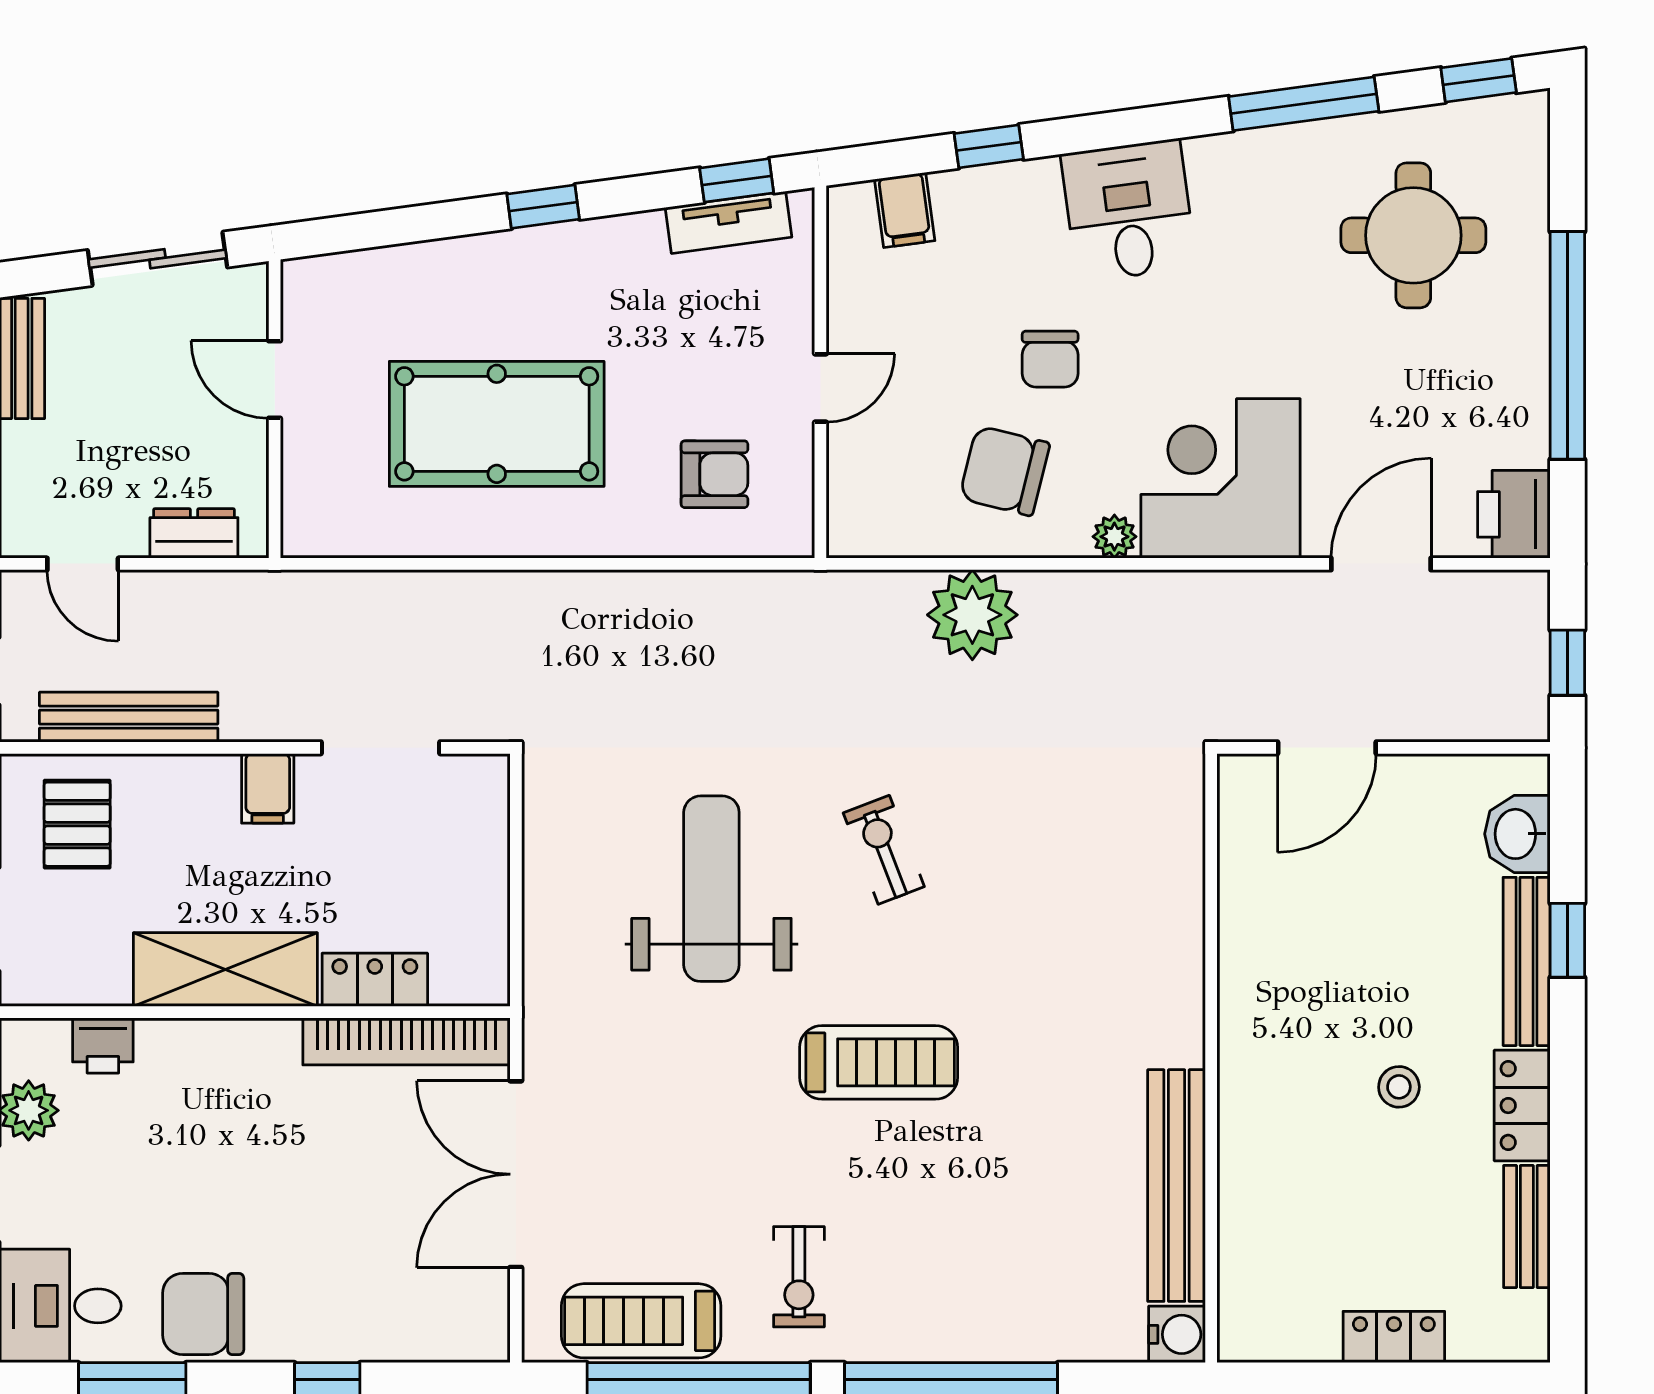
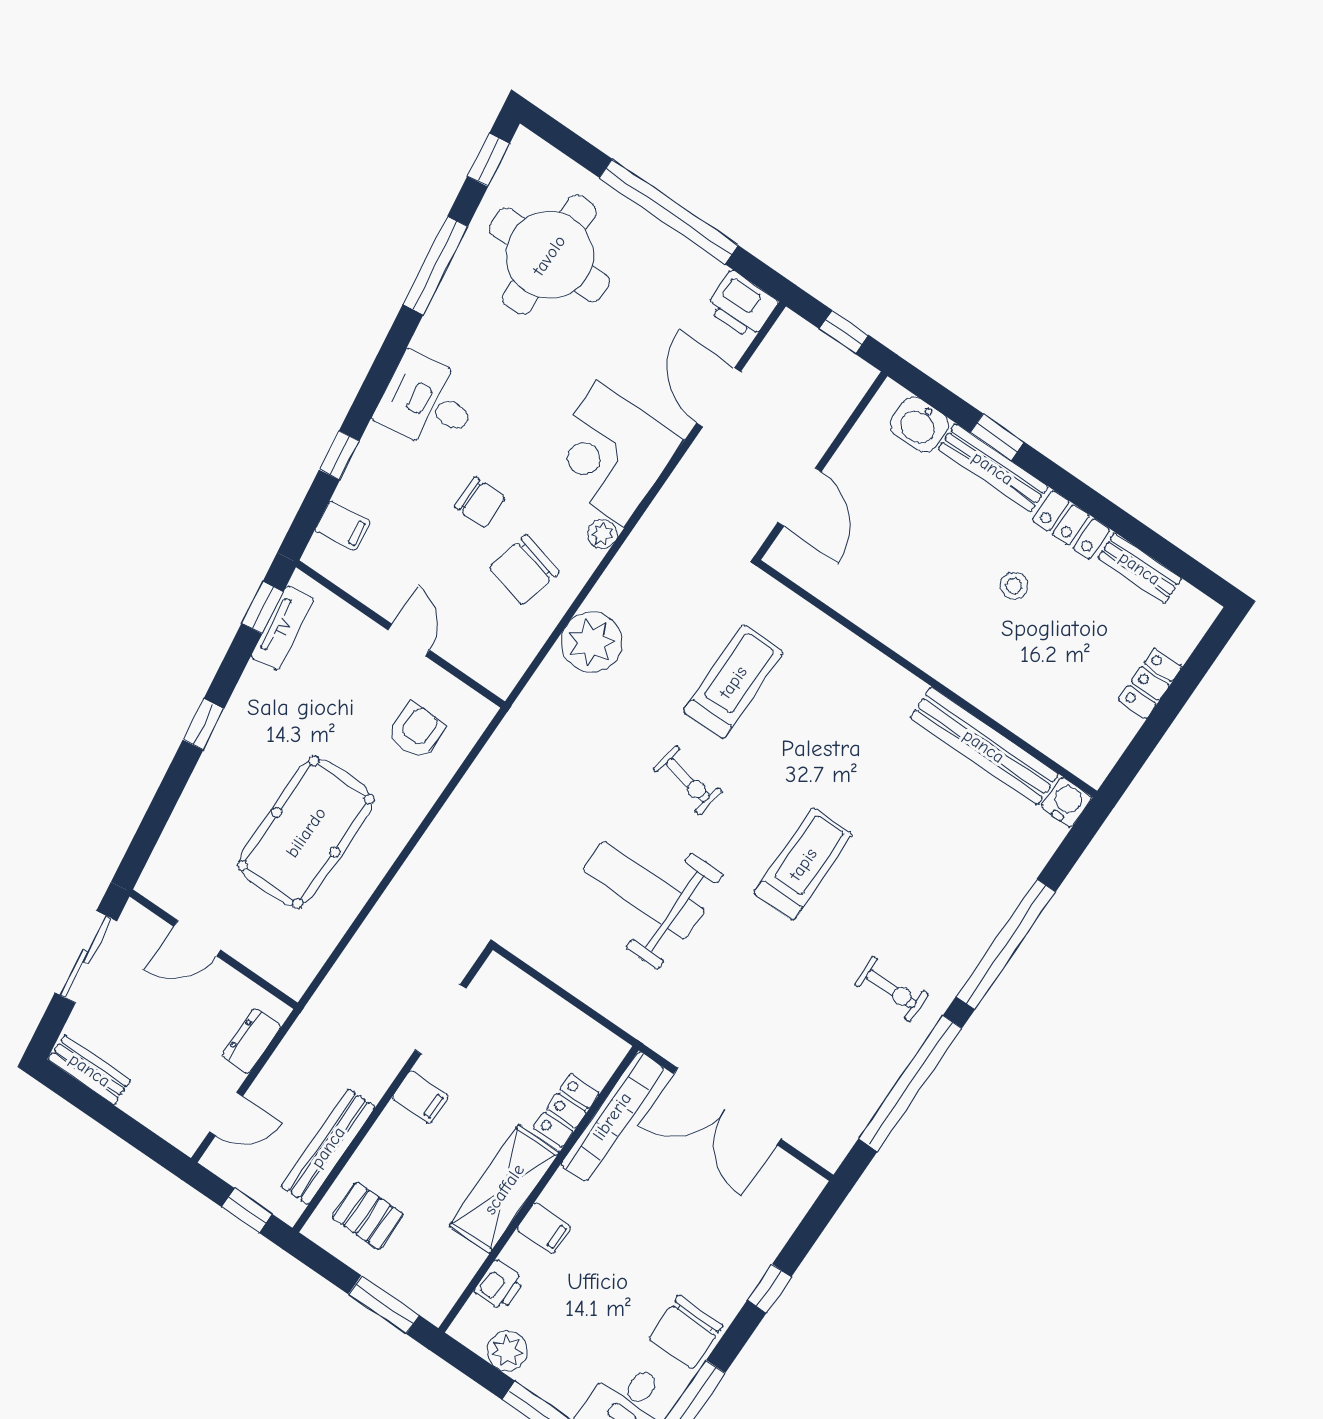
round table: (1413, 235) -> (549, 255), width x1.36, depth x1.36
exercise bike: (884, 850) -> (688, 780), turned -148
filing cabinet: (211, 1052) -> (544, 1228), added
treadmill: (641, 1321) -> (733, 682), moved, turned 180

